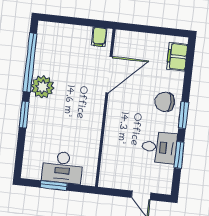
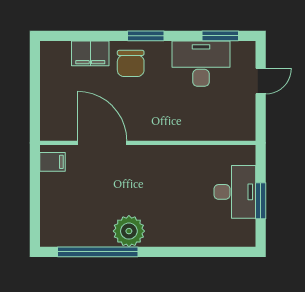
filing cabinet: (177, 57) -> (90, 53), moved
window: (24, 115) -> (169, 252), removed
desk: (159, 147) -> (201, 64), width x1.37
window: (179, 155) -> (220, 36), moved

